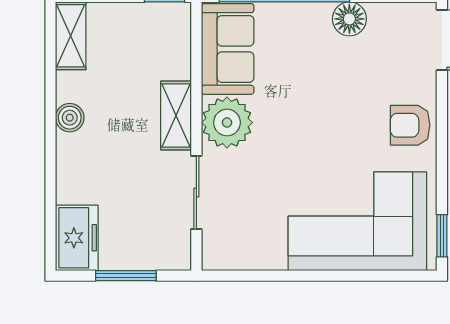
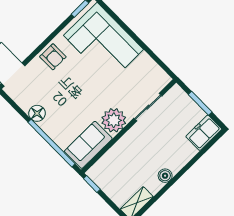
shelving: (176, 116) -> (128, 140), removed

